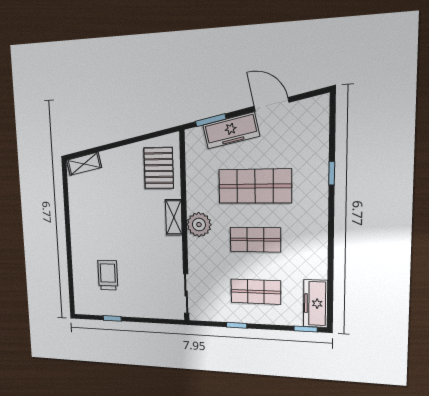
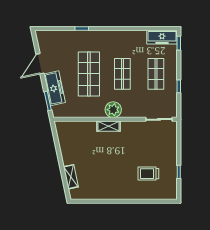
shelving: (84, 164) -> (71, 177), moved
pallet: (159, 168) -> (77, 135), removed

